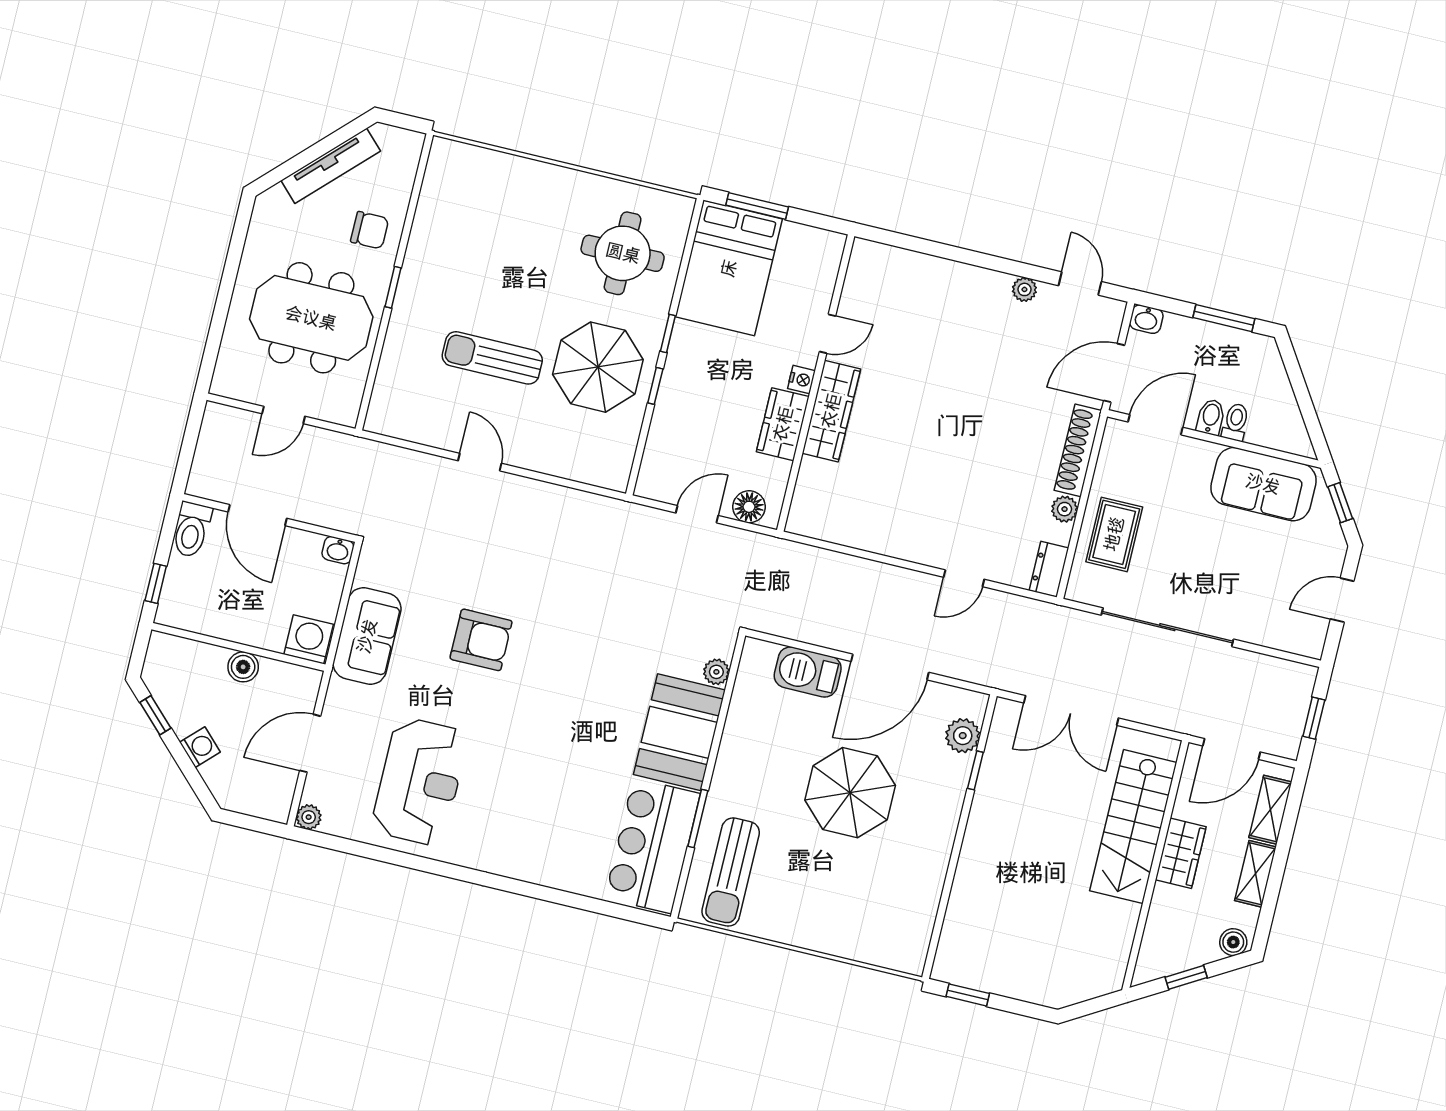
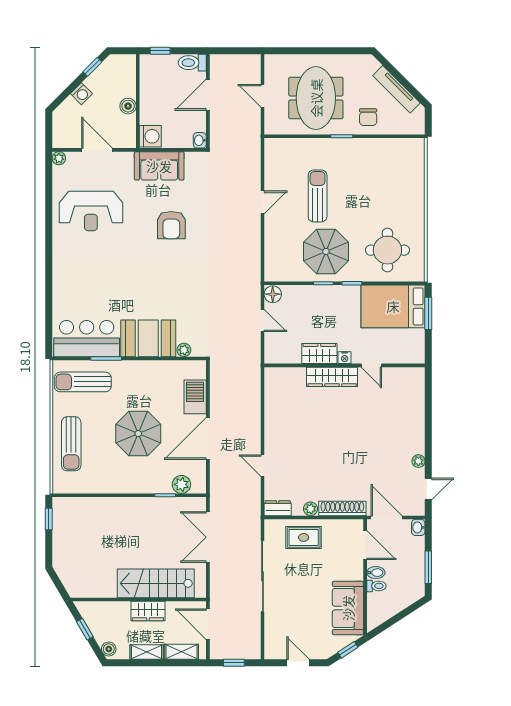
floor lamp: (749, 507) -> (273, 294), moved
door: (890, 667) -> (208, 439), hinge flipped
sun lounger: (839, 921) -> (71, 444), added

